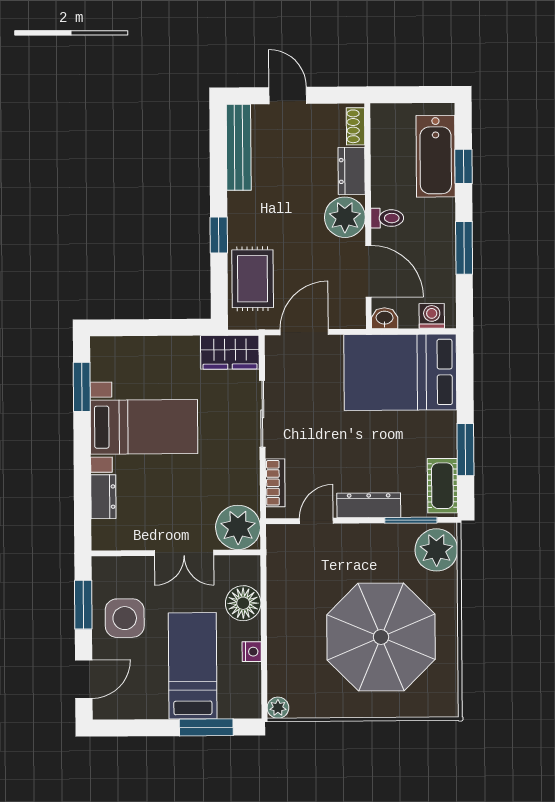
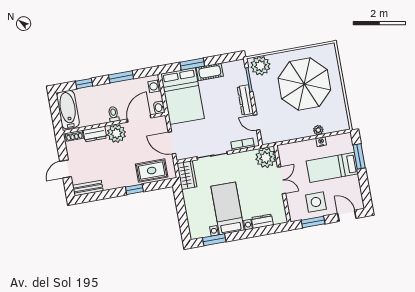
bench: (239, 147) -> (88, 188), width x0.73
bathtub: (436, 156) -> (68, 110), moved, turned -90
window: (465, 450) -> (192, 64), moved
cot: (442, 486) -> (210, 72), moved
floor lamp: (243, 603) -> (300, 149), removed
plant: (278, 708) -> (318, 130), moved

